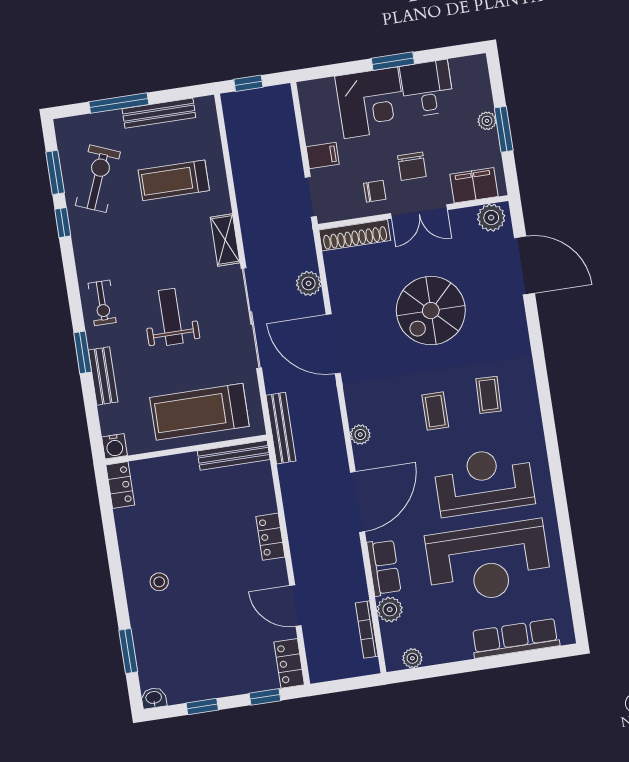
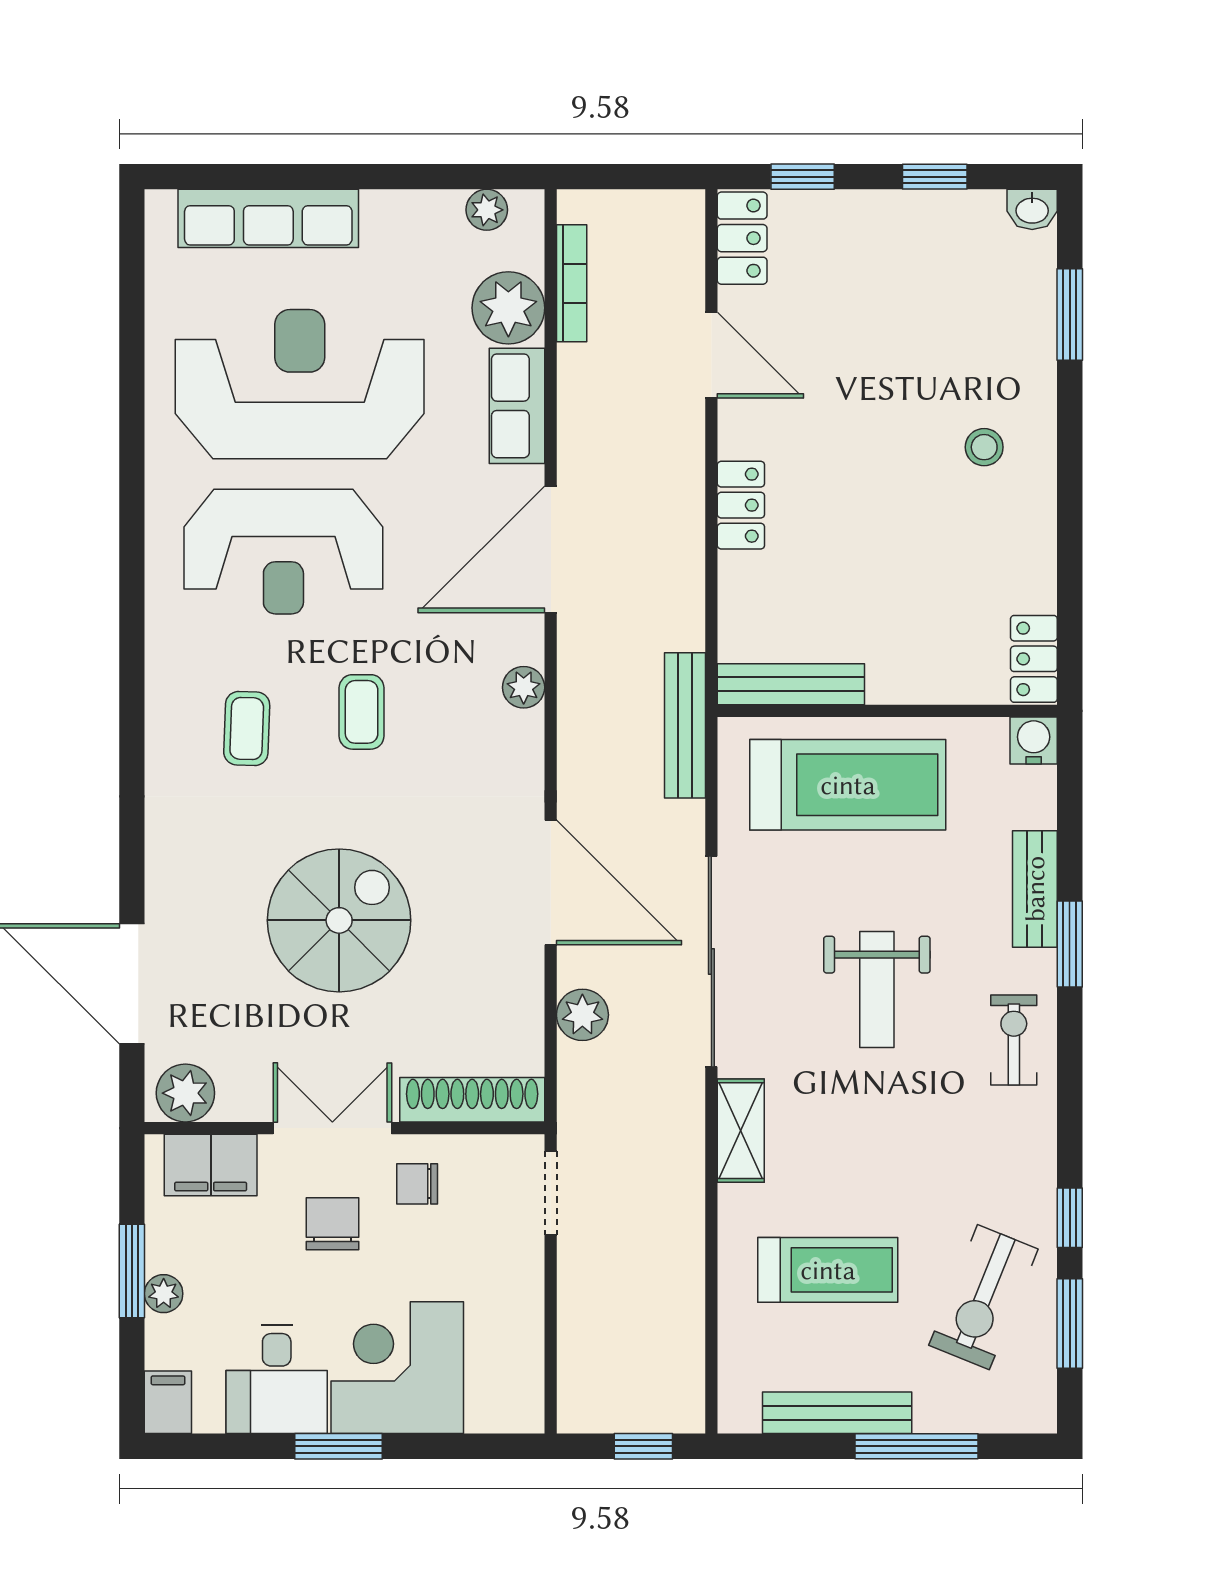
filing cabinet: (323, 155) -> (168, 1402), moved, turned 90
plant: (390, 609) -> (508, 308), width x1.36, depth x1.36

